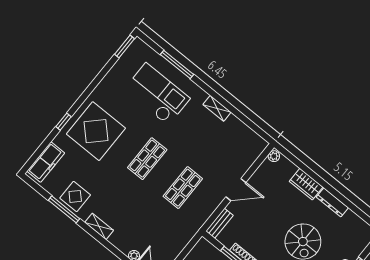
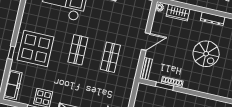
wardrobe: (306, 184) -> (178, 13), moved

